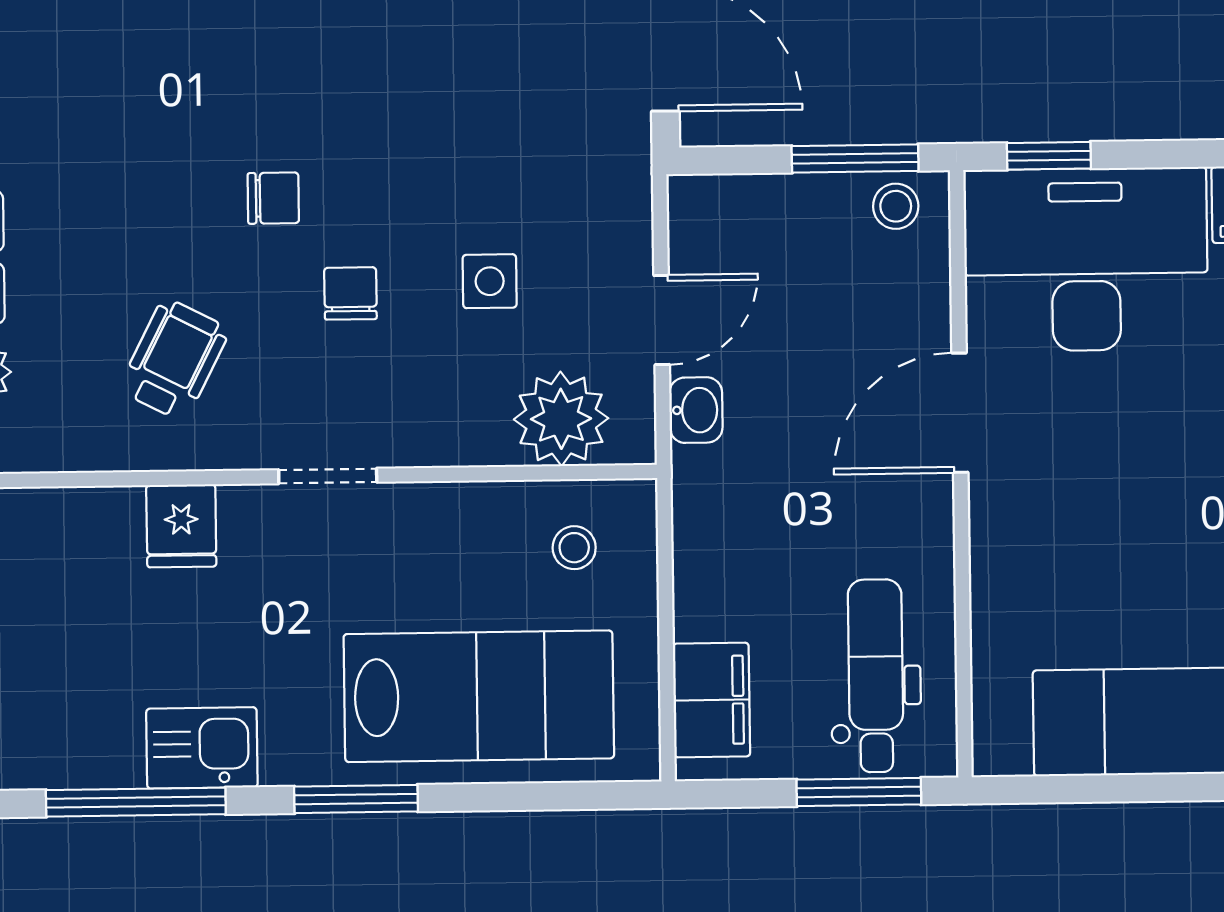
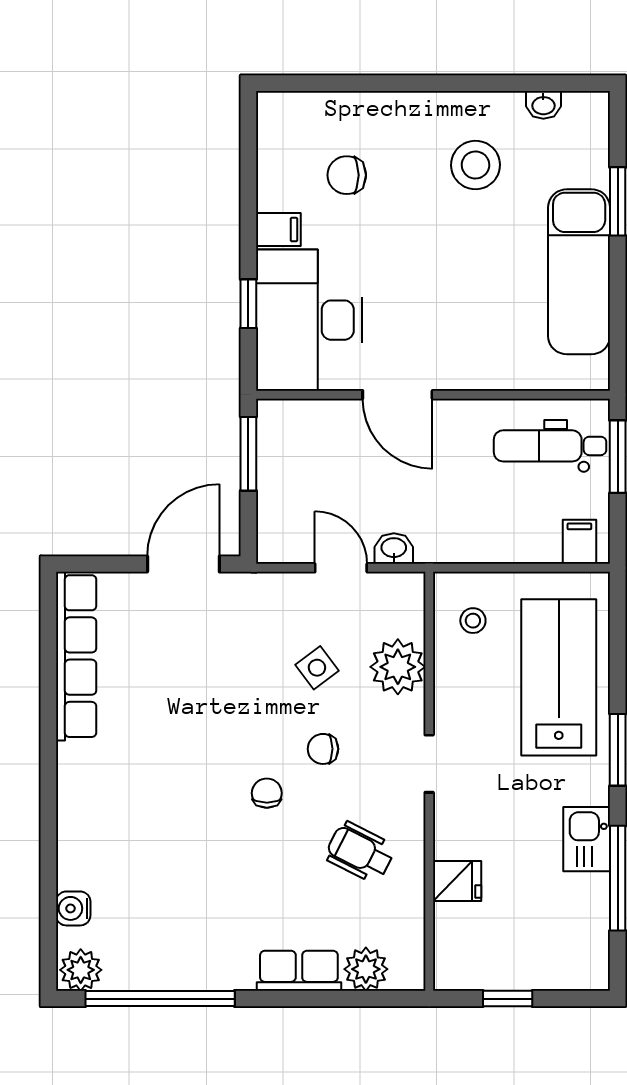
window: (1049, 156) -> (248, 304), moved
stool: (896, 206) -> (277, 430), removed
side table: (490, 281) -> (317, 668), turned -37
plant: (561, 419) -> (398, 667), moved
fridge: (181, 526) -> (457, 881), moved
filing cabinet: (711, 700) -> (579, 542), width x0.50

